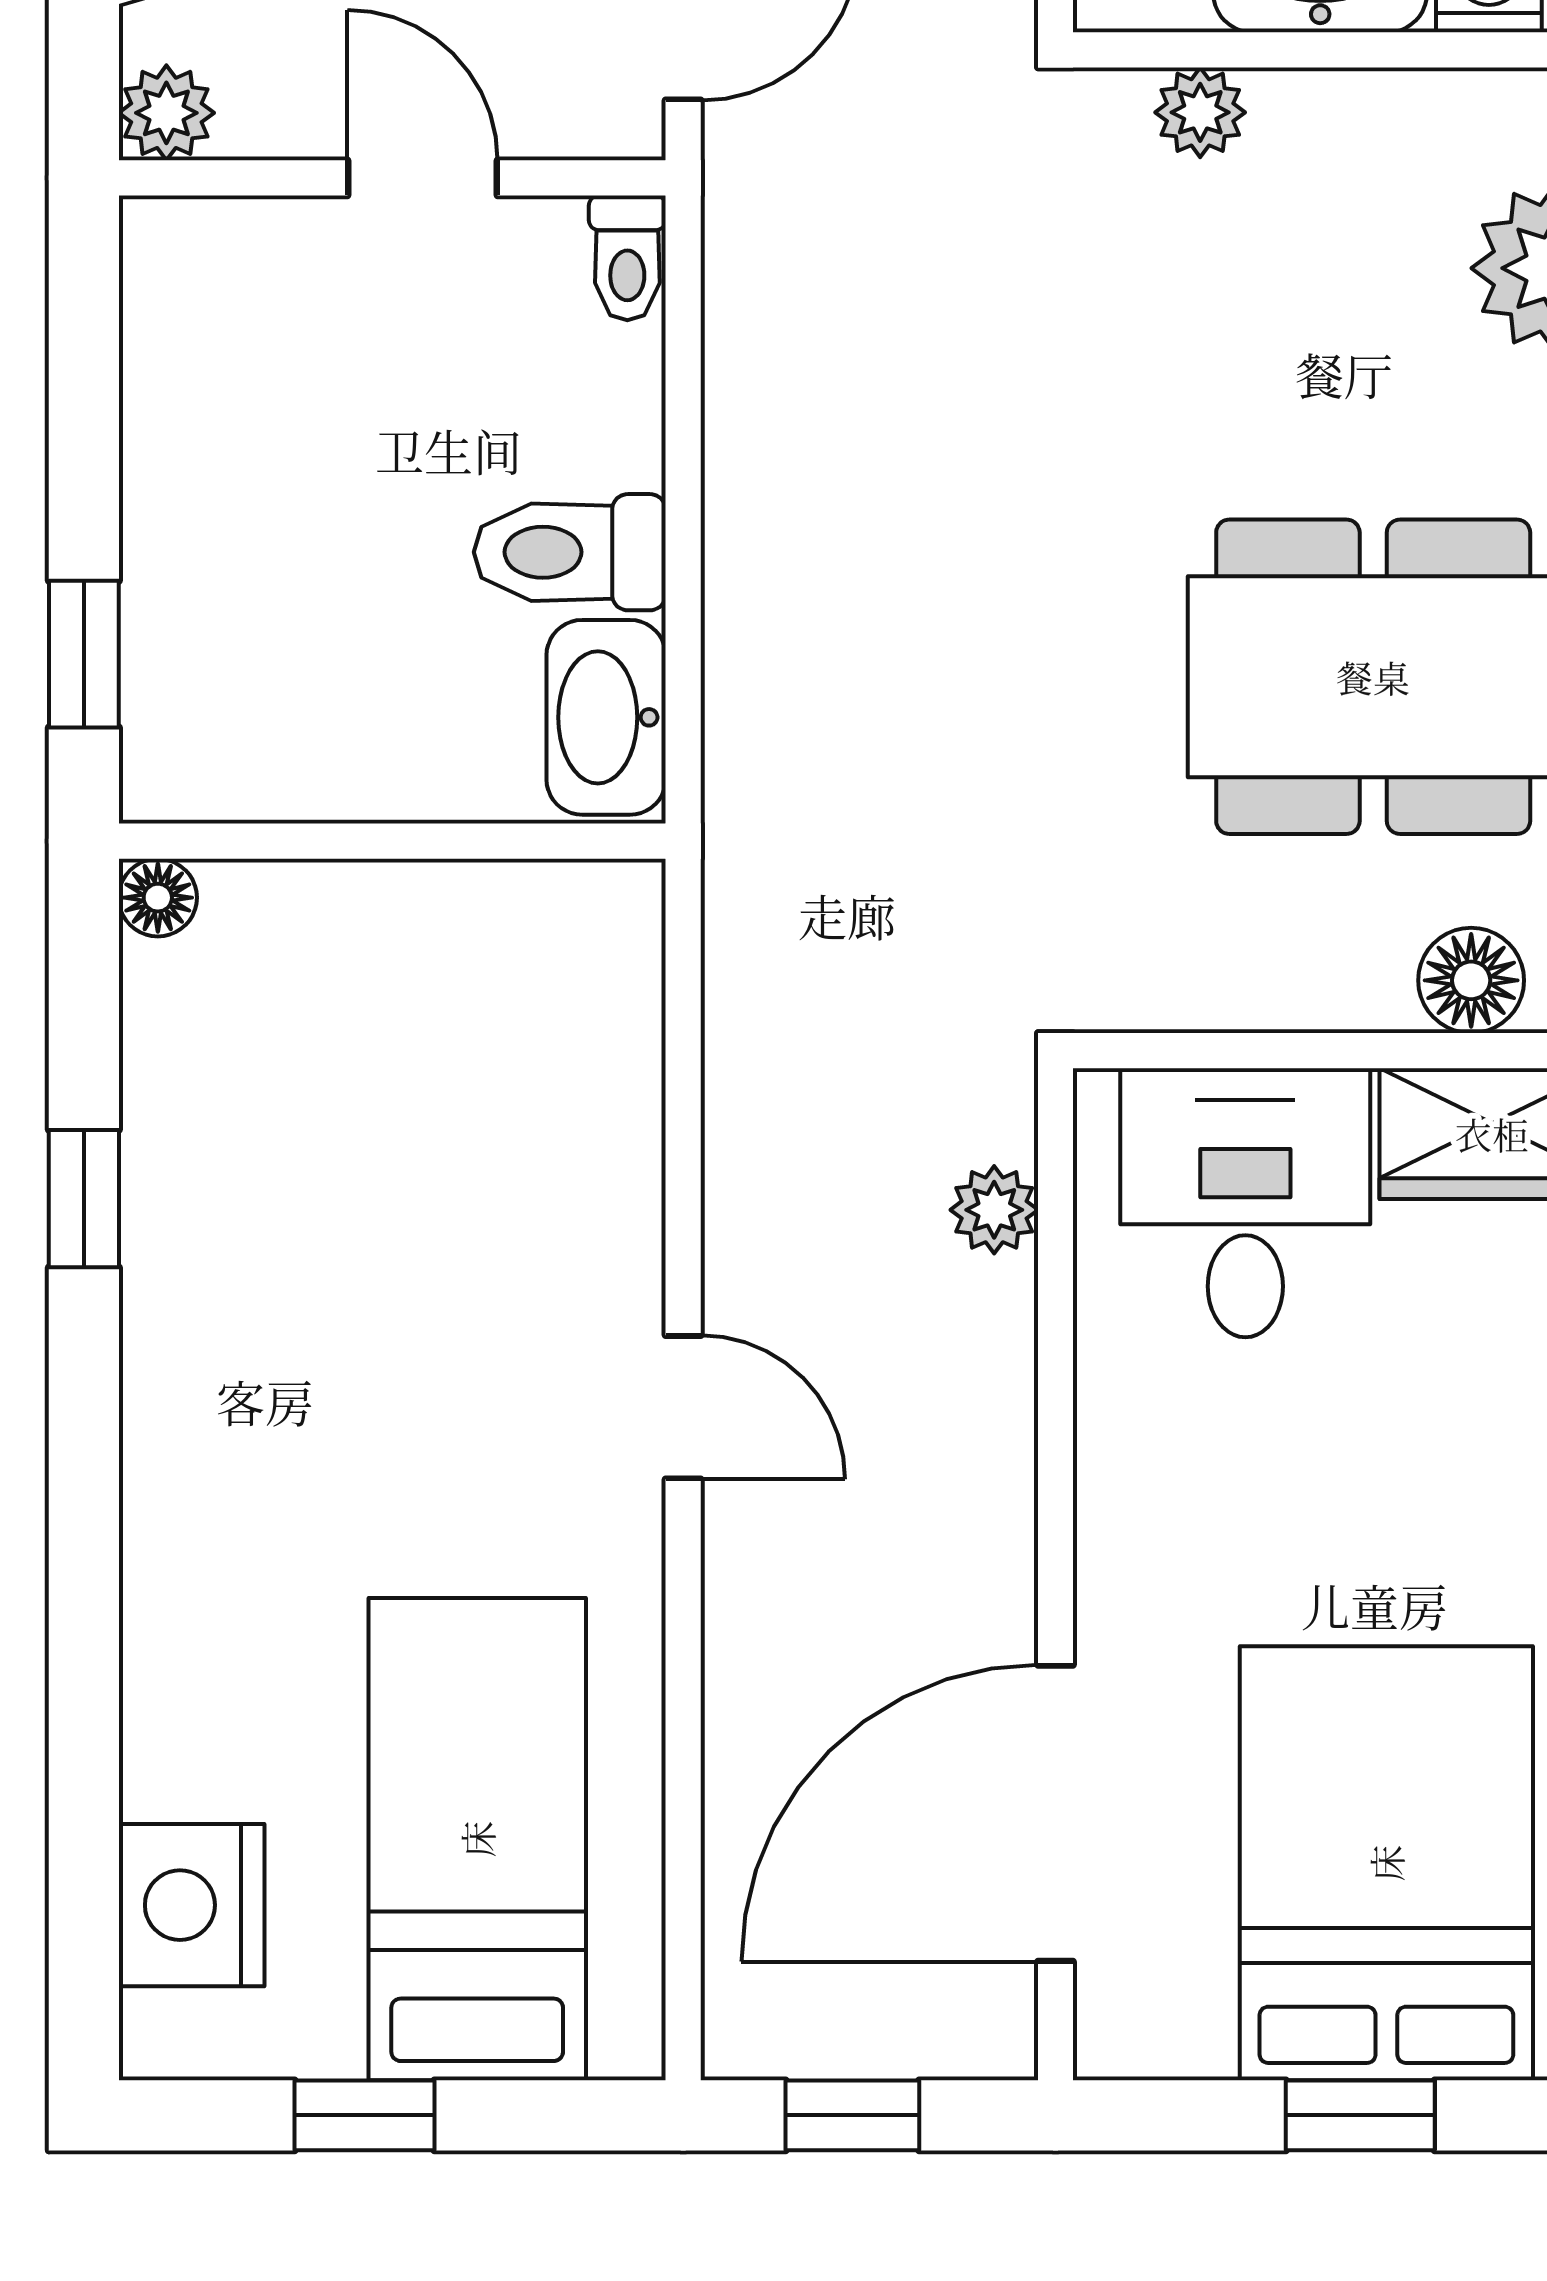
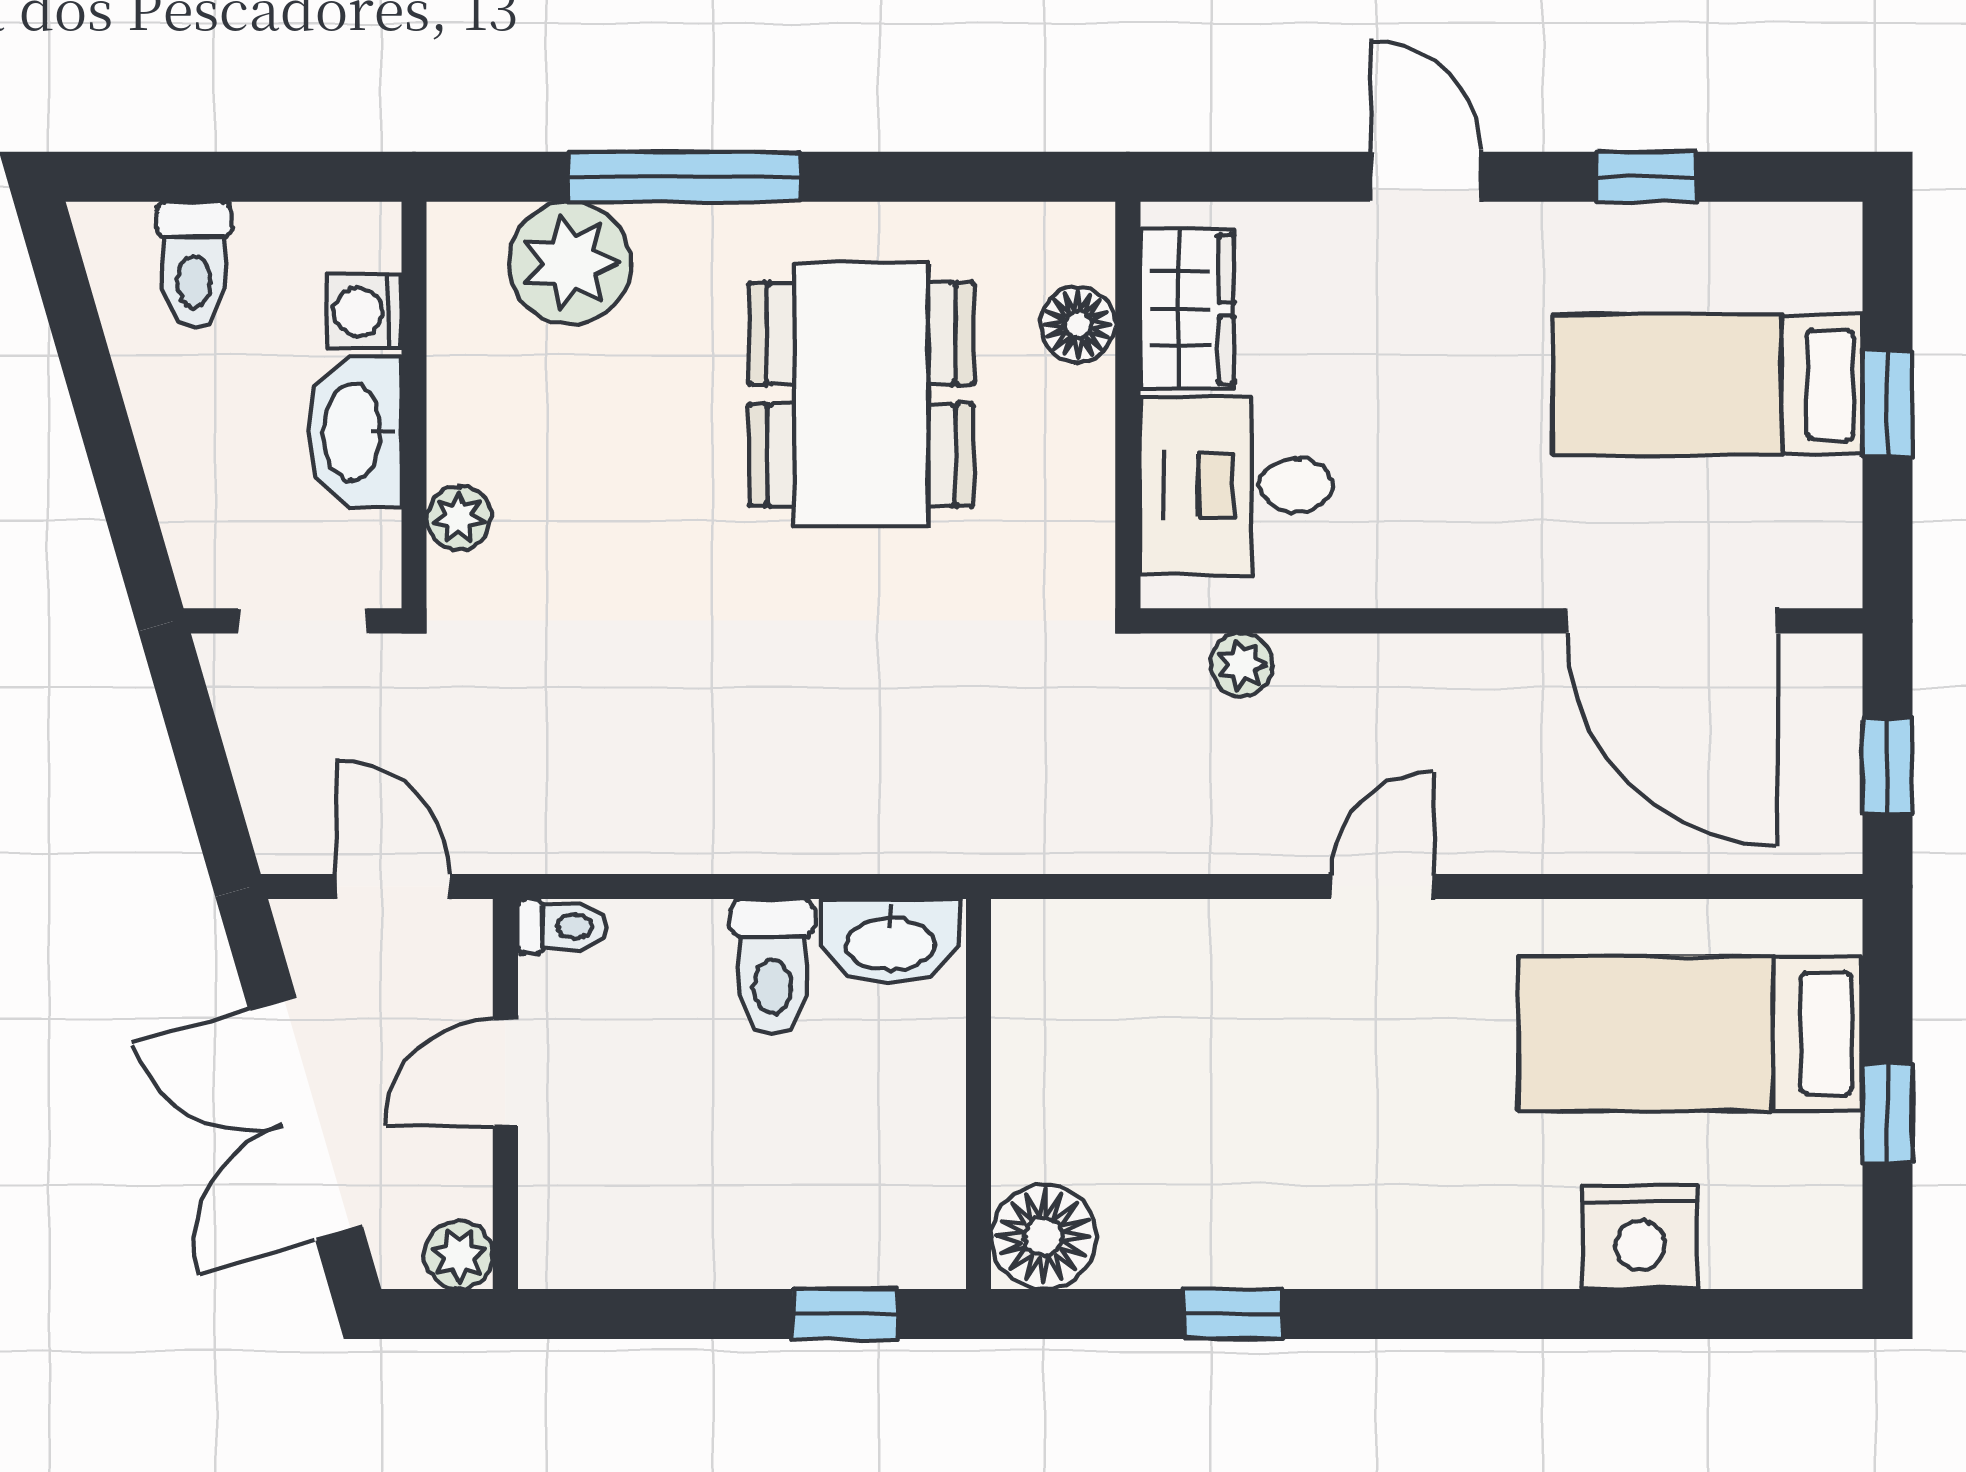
floor lamp: (158, 898) -> (1043, 1237), width x1.89, depth x1.89
bed: (1386, 1863) -> (1708, 385), width x0.67
nightstand: (192, 1905) -> (1640, 1237), moved

